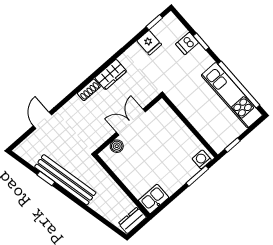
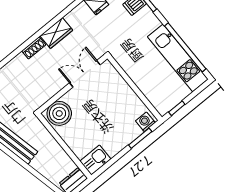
double door: (131, 122) -> (85, 74), moved
boiler: (117, 146) -> (59, 113), width x1.86, depth x1.86

